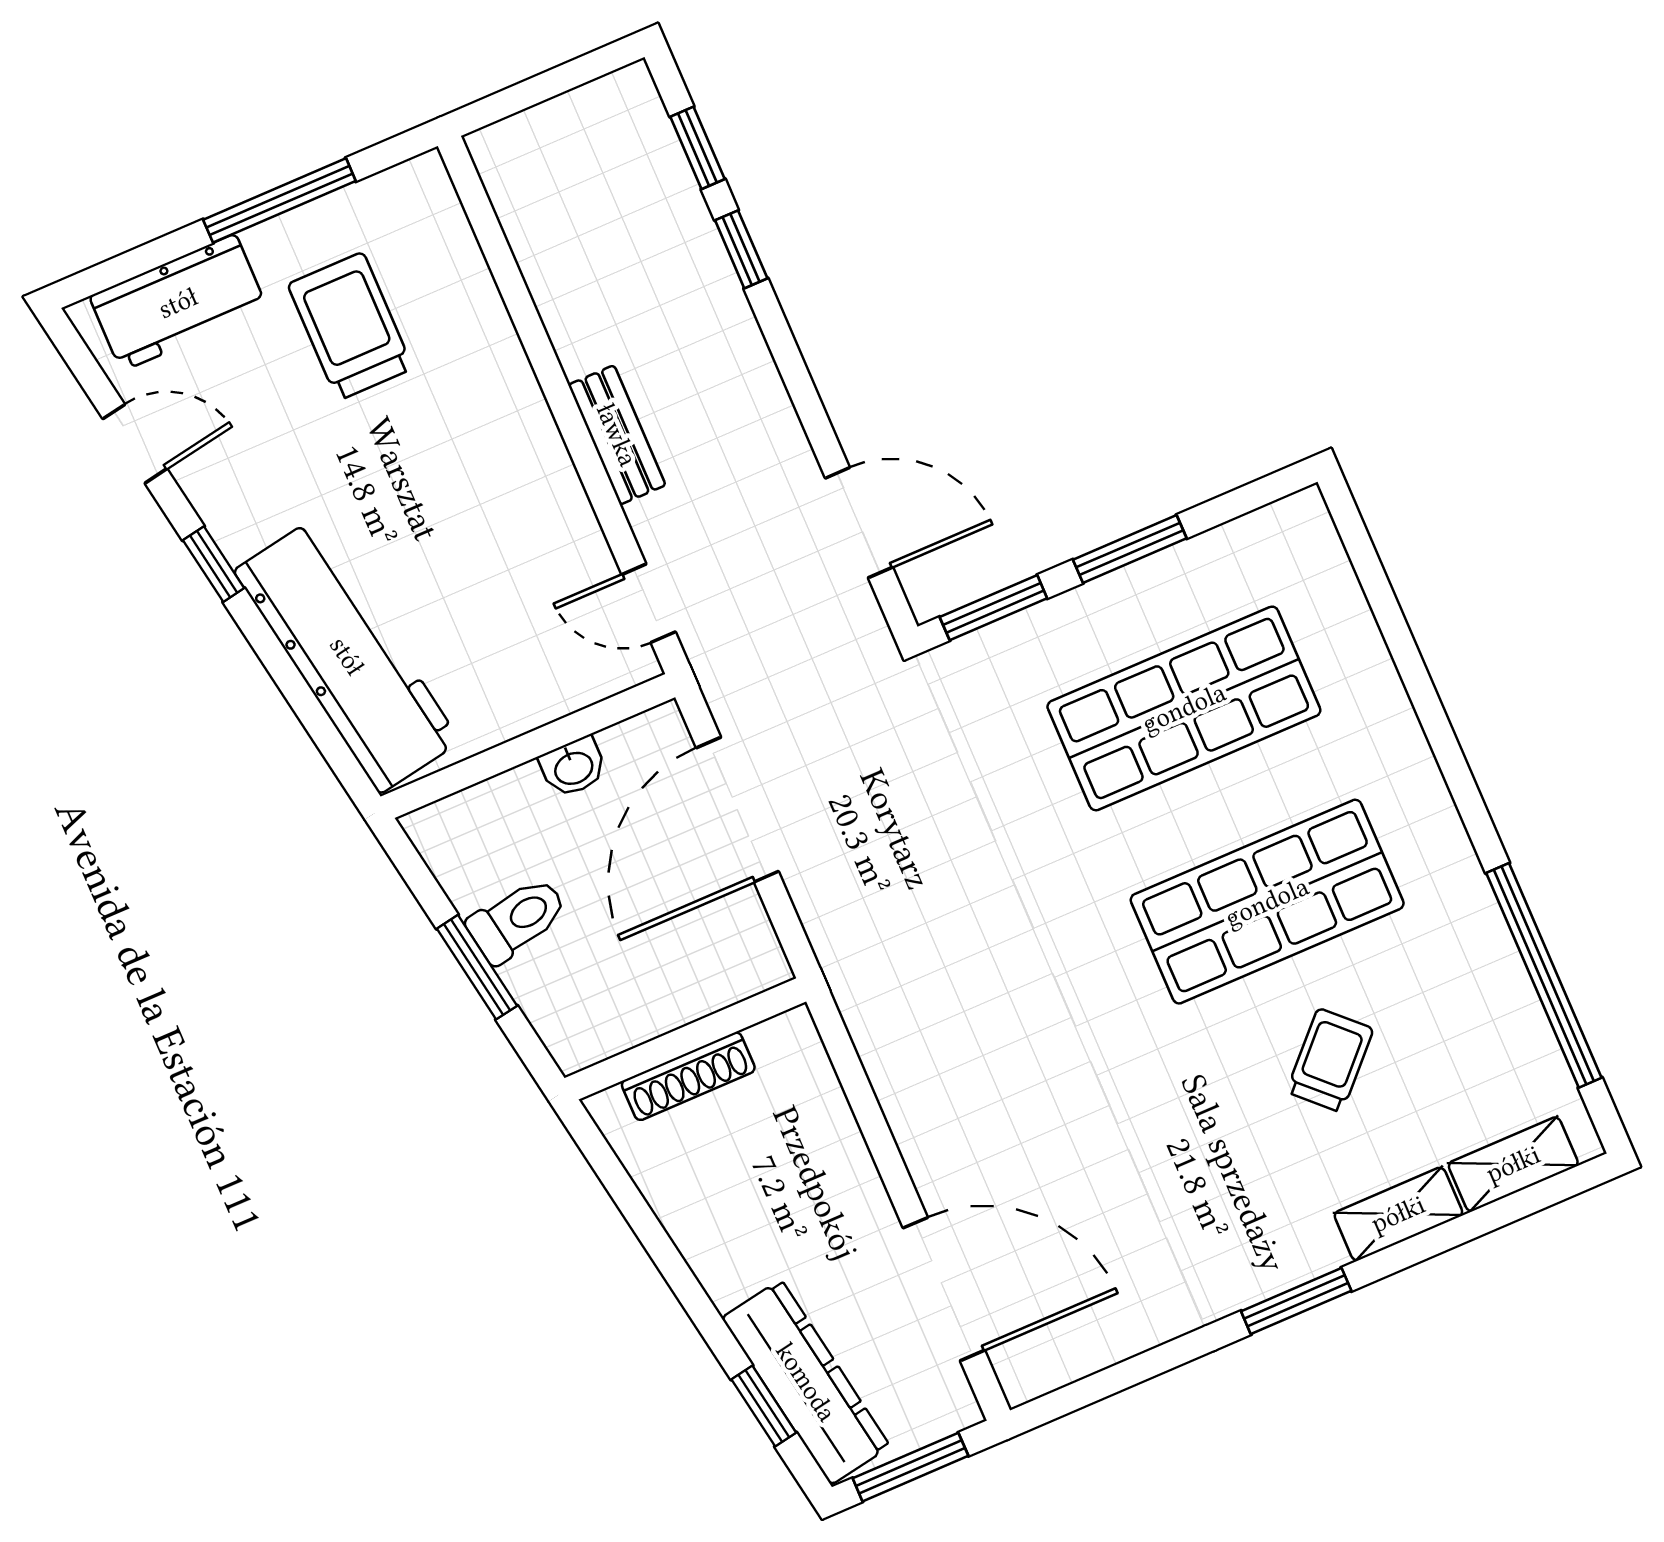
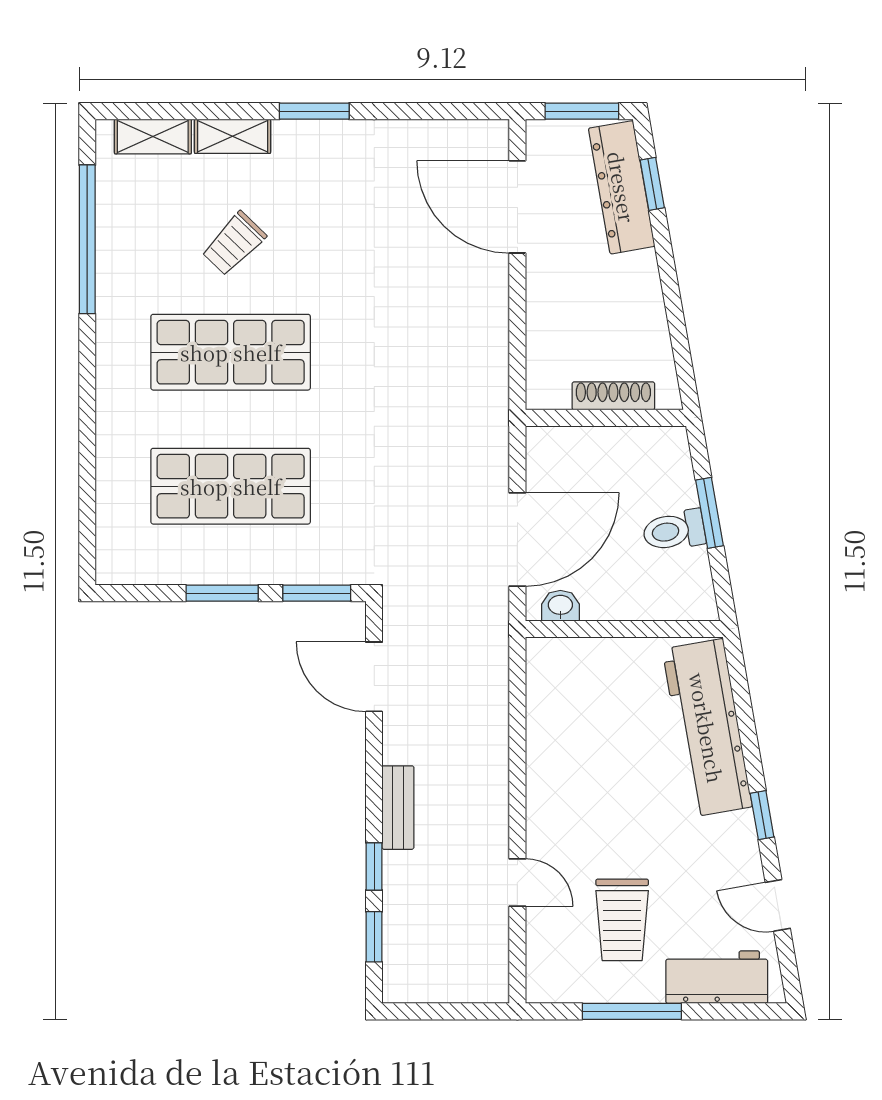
bench: (617, 435) -> (398, 808), moved
door: (649, 603) -> (517, 883), moved
washbasin: (573, 767) -> (560, 606), moved

